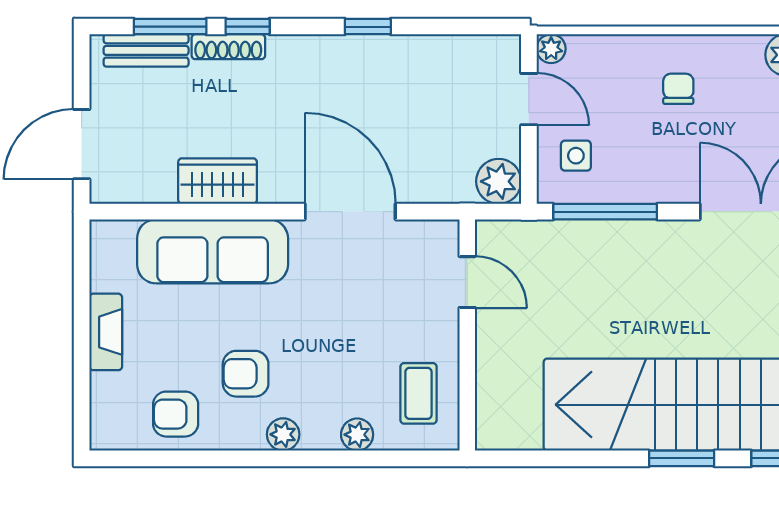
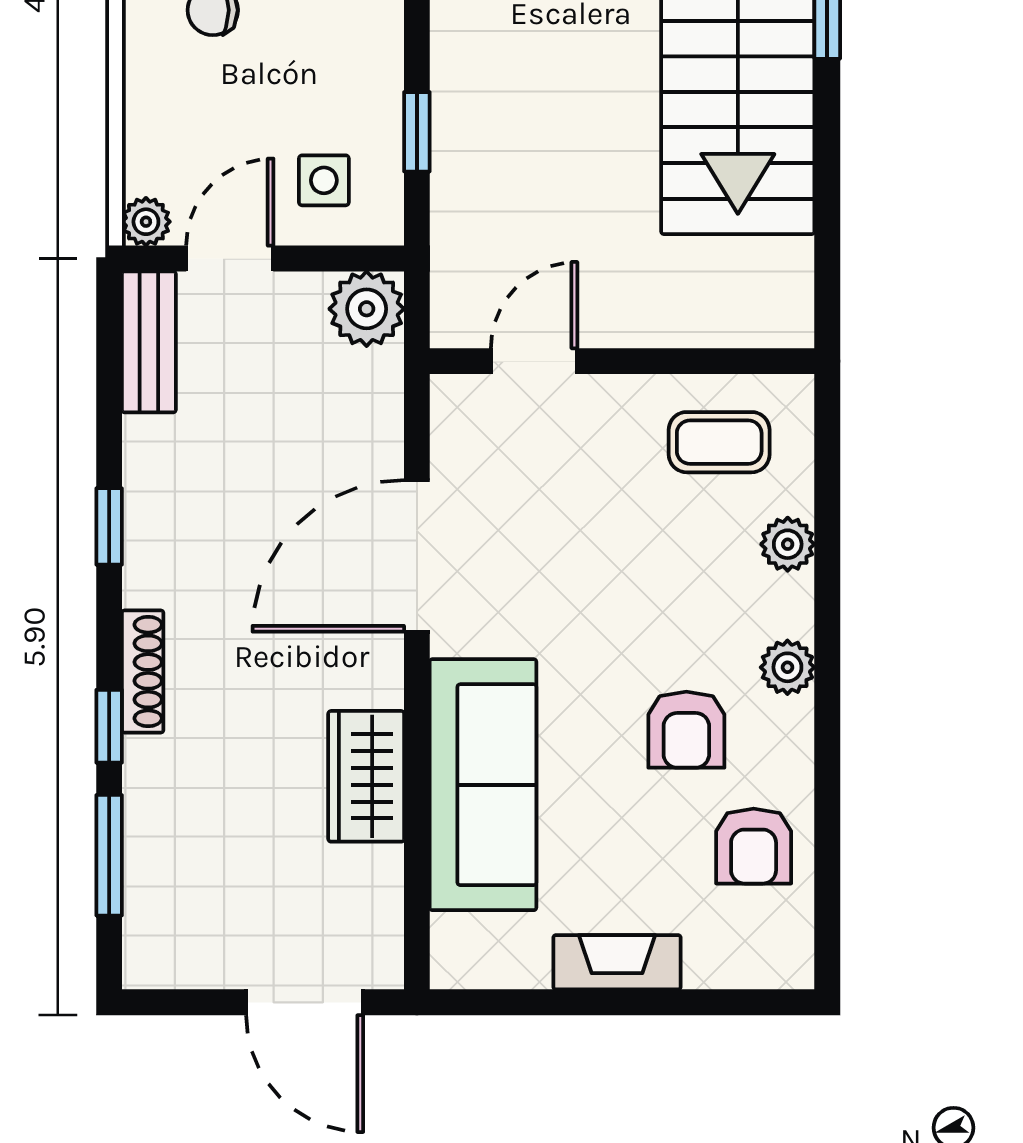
shoe rack: (228, 47) -> (143, 671), moved
bench: (146, 50) -> (149, 342), moved
window: (605, 212) -> (417, 132), width x0.46

